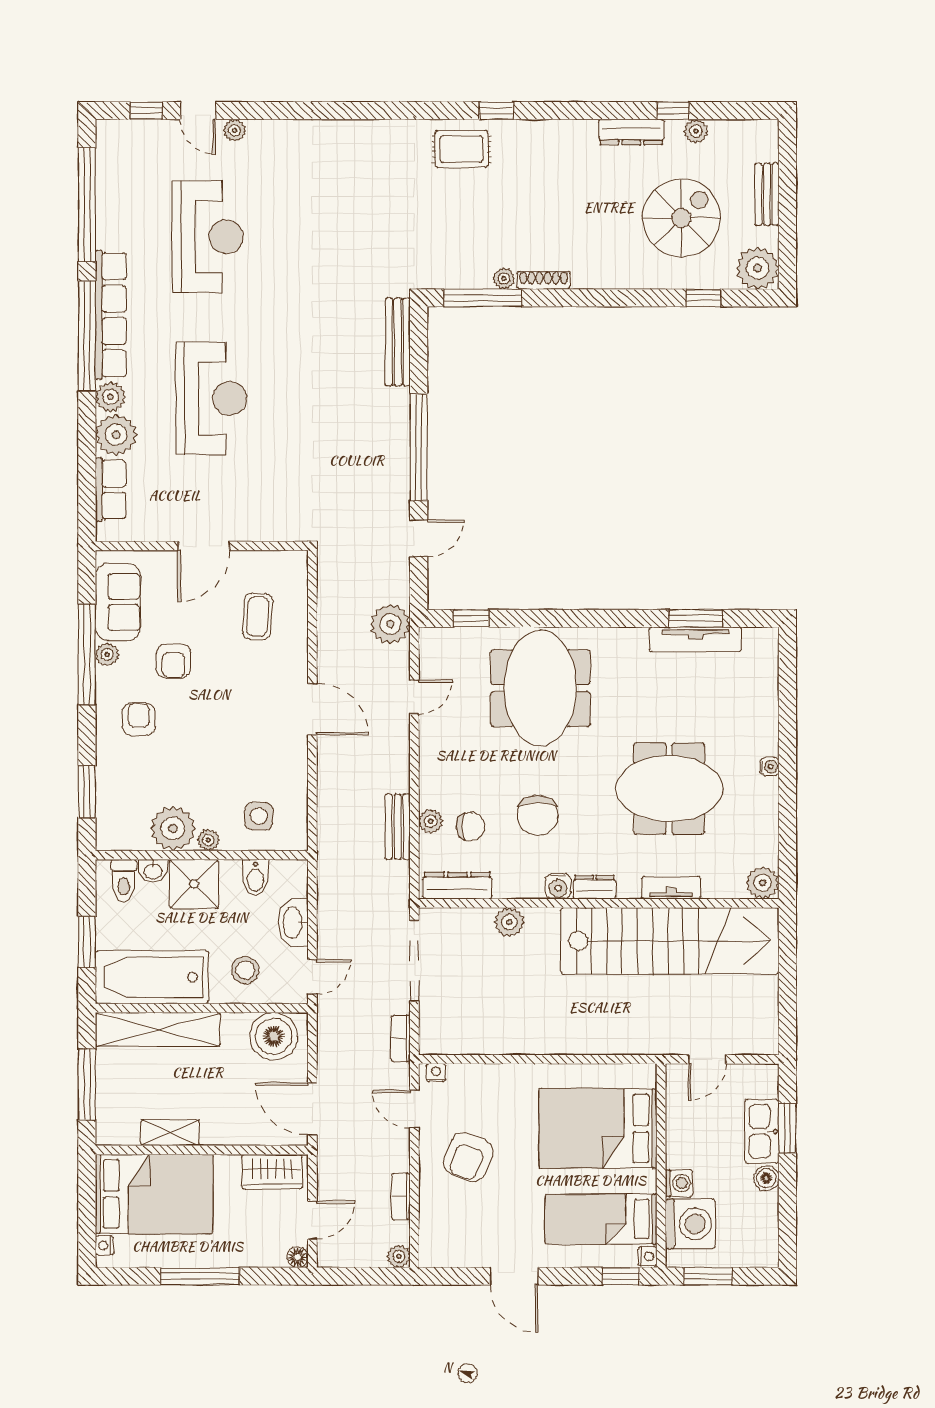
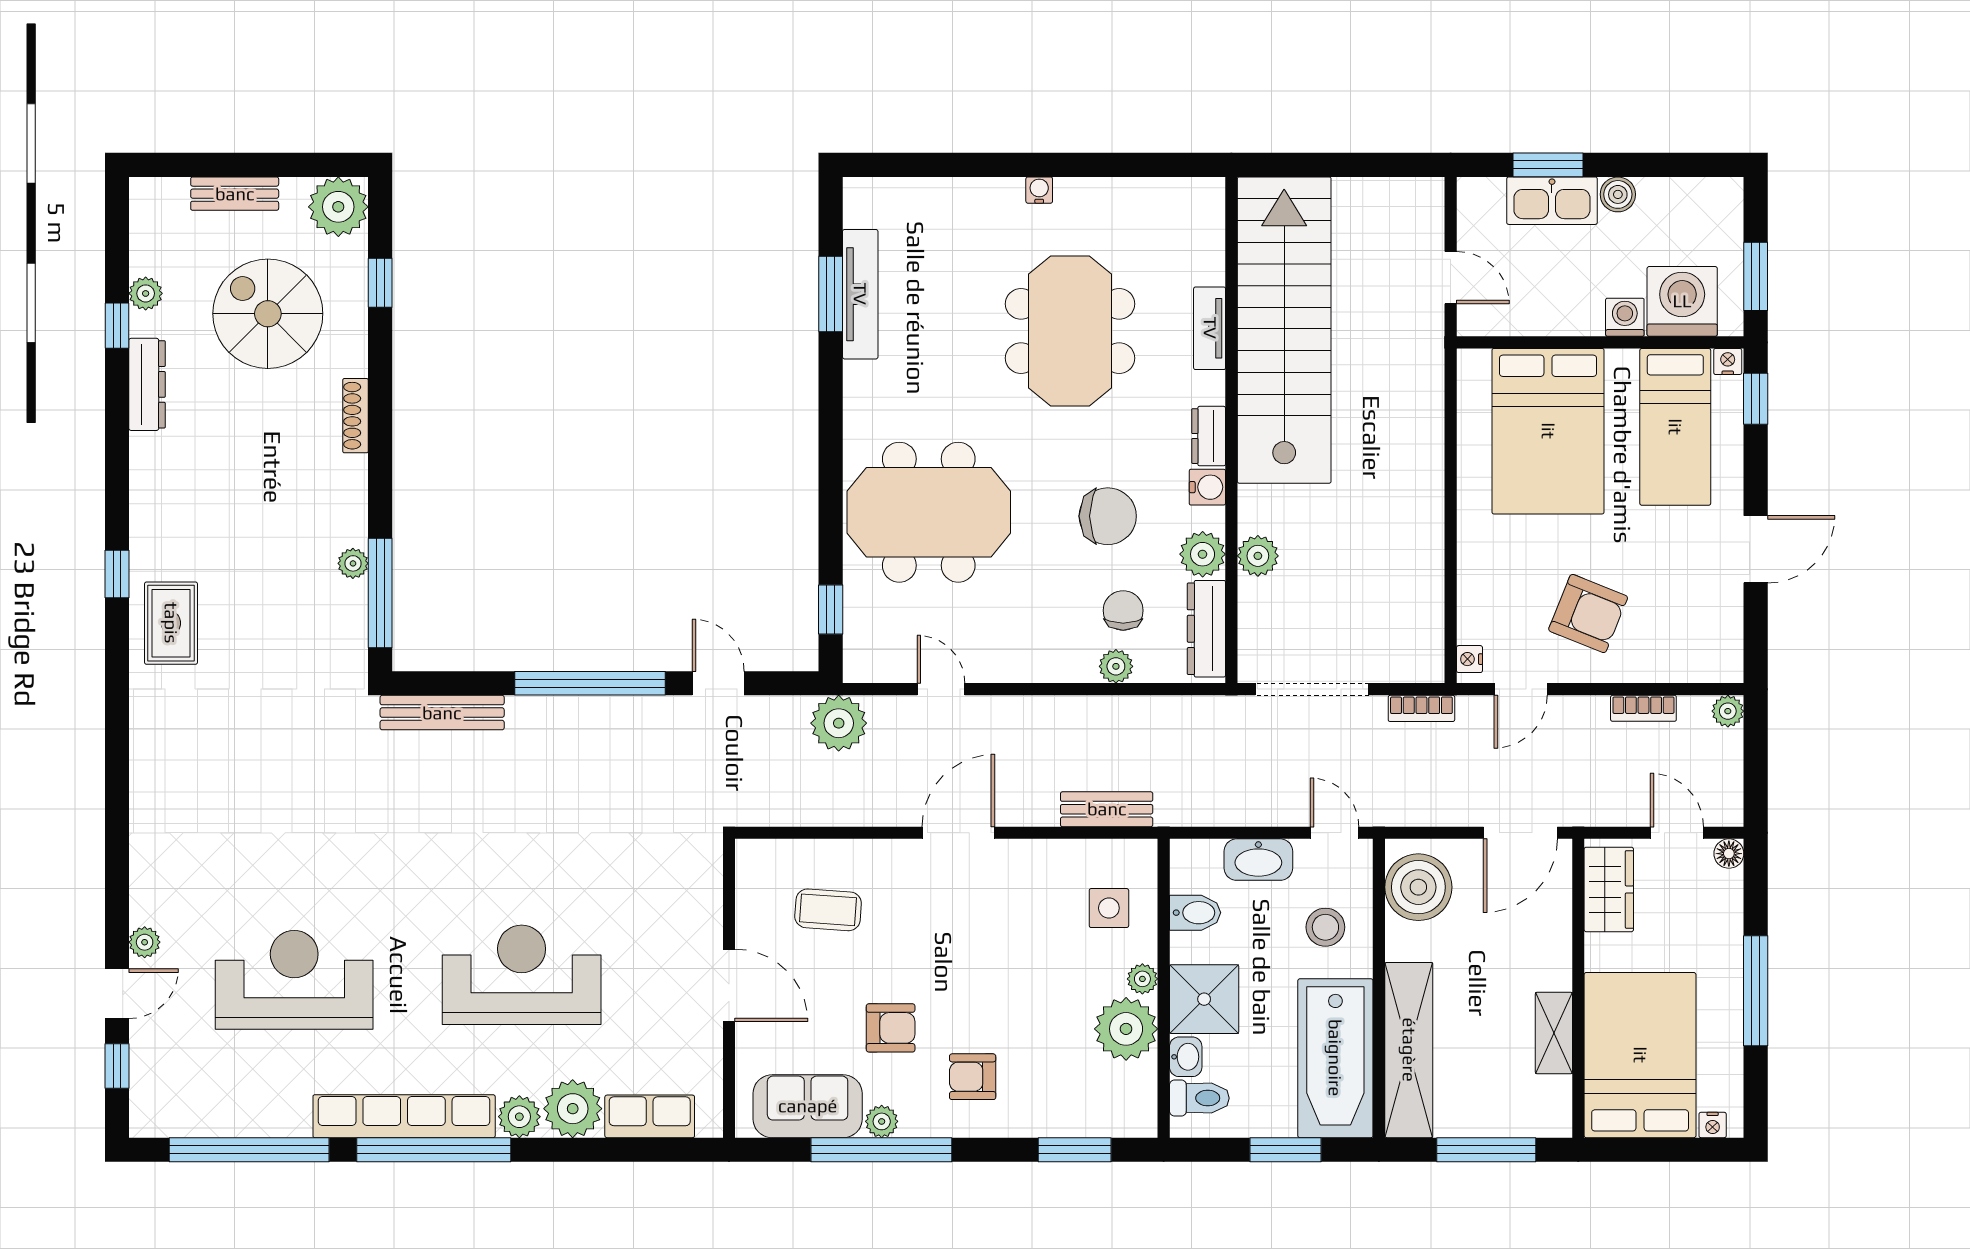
shoe rack: (544, 280) -> (355, 416), moved
bench: (398, 827) -> (1107, 809), moved
plant: (763, 883) -> (1203, 554), moved

